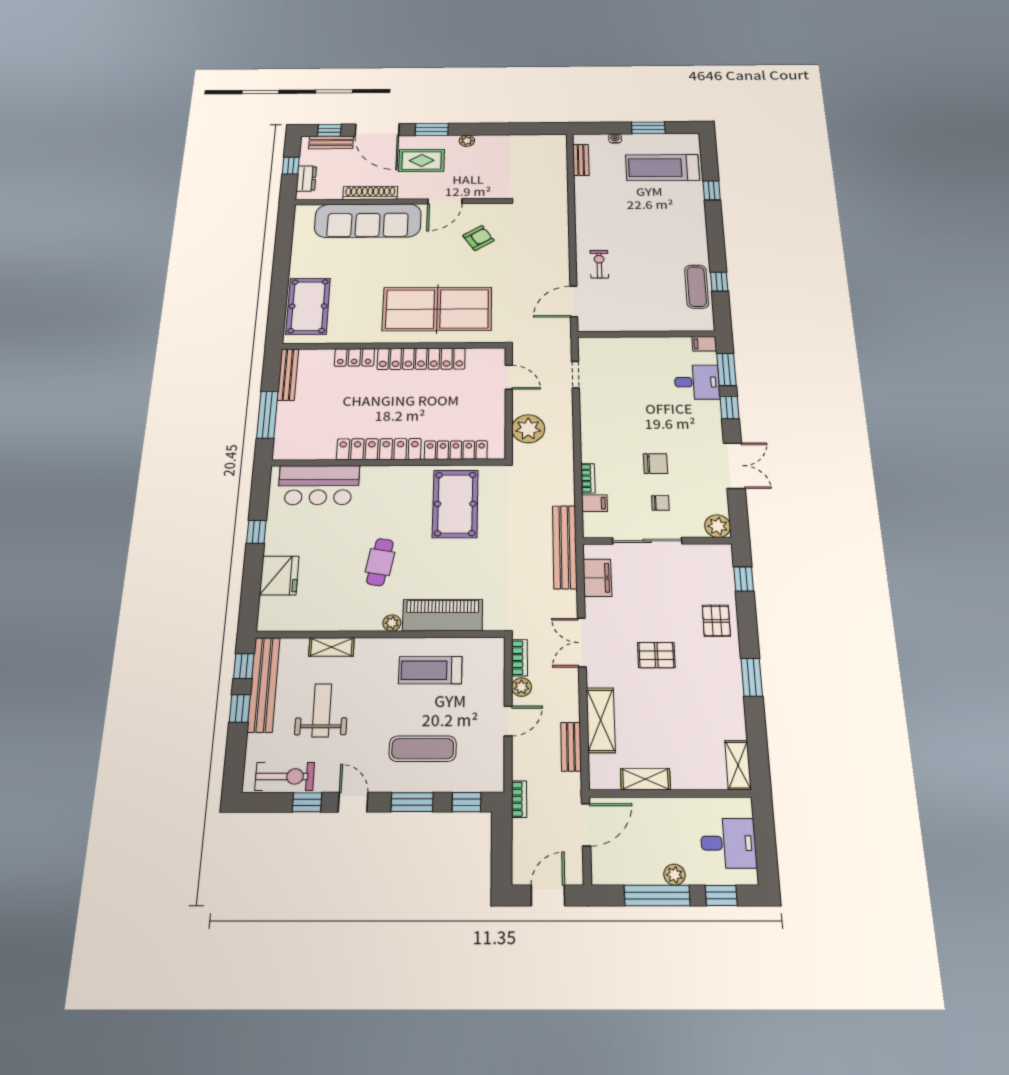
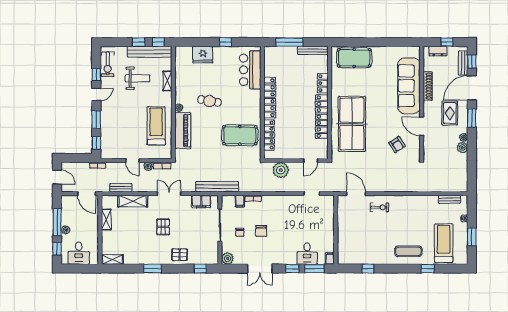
plant: (486, 142) -> (462, 148), added
exercise mat: (697, 287) -> (408, 251), moved
treadmill: (430, 670) -> (156, 126), width x1.37, depth x1.37
exercise mat: (423, 749) -> (120, 123), removed

